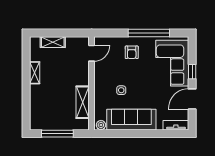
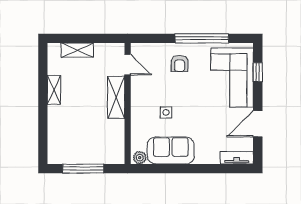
door: (92, 53) -> (128, 65), hinge flipped
window: (192, 72) -> (258, 72), moved
shelving: (83, 102) -> (116, 97), moved
sofa: (131, 120) -> (171, 151), width x0.73

